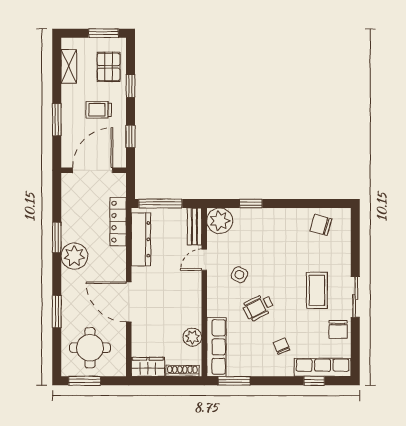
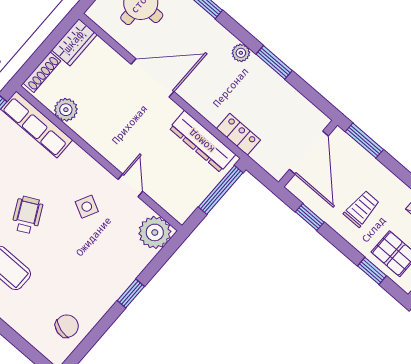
window: (130, 86) -> (372, 271), moved
window: (57, 120) -> (364, 141), moved
window: (251, 204) -> (131, 294), moved
locker: (118, 222) -> (238, 134), width x0.66
bench: (195, 227) -> (170, 204), removed
plant: (74, 256) -> (241, 53), width x0.53, depth x0.53
wheelchair: (258, 307) -> (27, 215), moved

